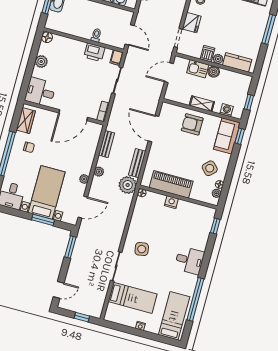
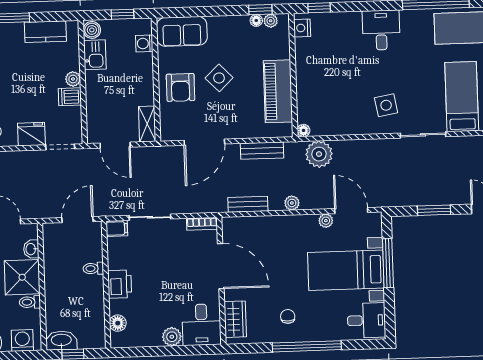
floor lamp: (47, 37) -> (118, 323), moved
printer: (94, 52) -> (120, 284), moved
plant: (41, 61) -> (172, 337), moved
kitchen counter: (237, 62) -> (45, 32), moved, turned -90
kitchen sink: (198, 69) -> (95, 55), moved
boiler: (214, 72) -> (92, 30), moved
shelving: (202, 104) -> (147, 124), moved
wardrobe: (26, 120) -> (235, 319), moved, turned 90
window: (240, 136) -> (260, 10), moved
side table: (210, 168) -> (219, 78), moved
plant: (84, 179) -> (326, 221), moved
plant: (128, 185) -> (319, 154), moved
nightstand: (171, 202) -> (302, 28), moved
window: (43, 220) -> (388, 263), width x1.44
window: (70, 247) -> (434, 210), moved

